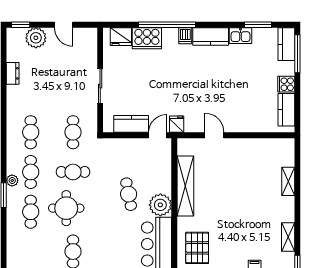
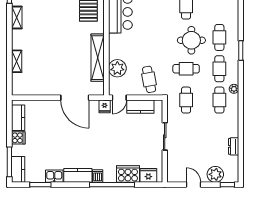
door: (214, 135) -> (75, 98), width x1.87
plant: (12, 180) -> (234, 89), moved
cafe table: (129, 194) -> (149, 79), moved
plant: (160, 205) -> (117, 68), moved

